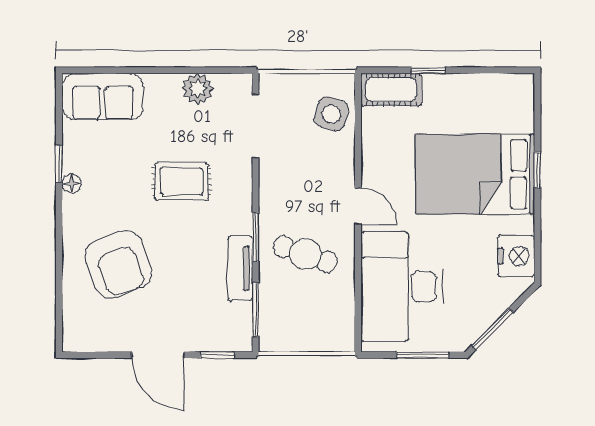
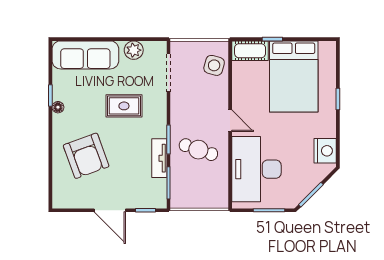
sofa: (103, 97) -> (85, 55), width x1.36
bed: (475, 174) -> (294, 77), moved, turned -90

